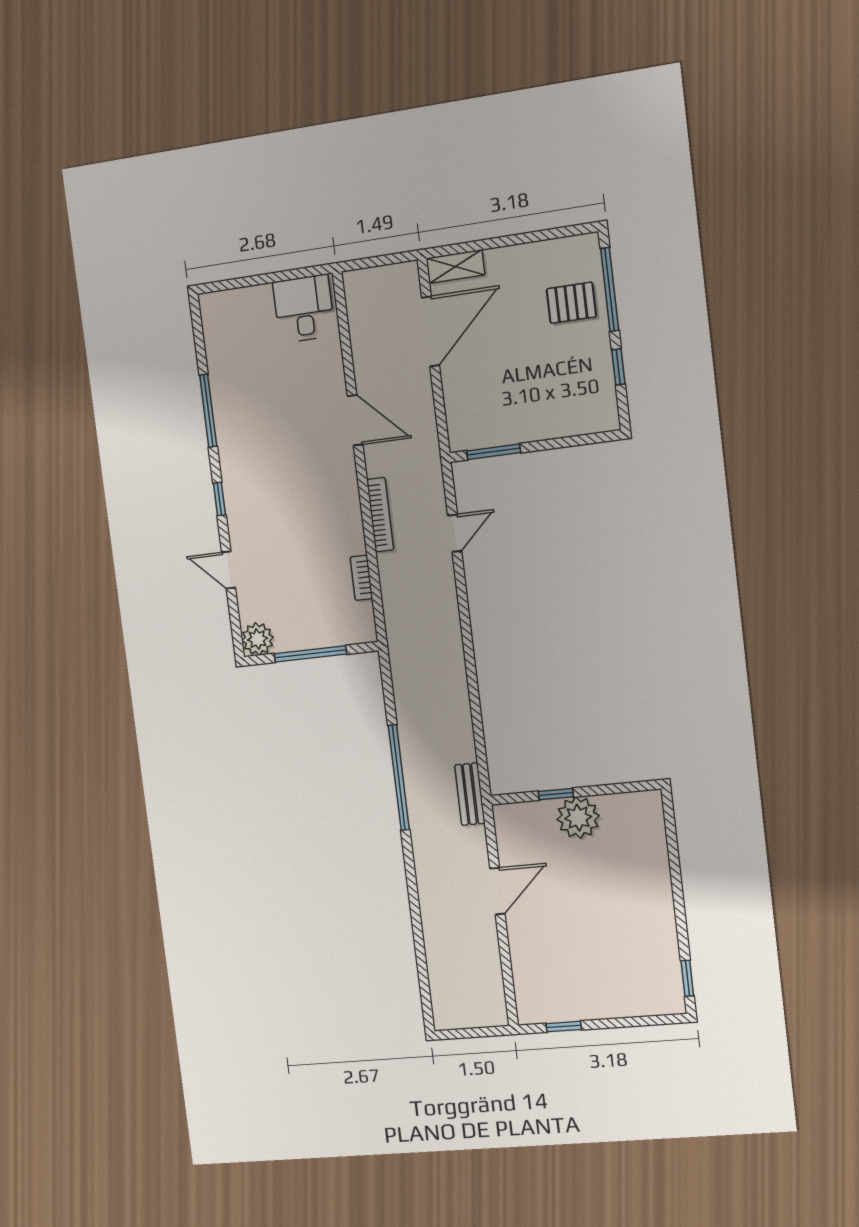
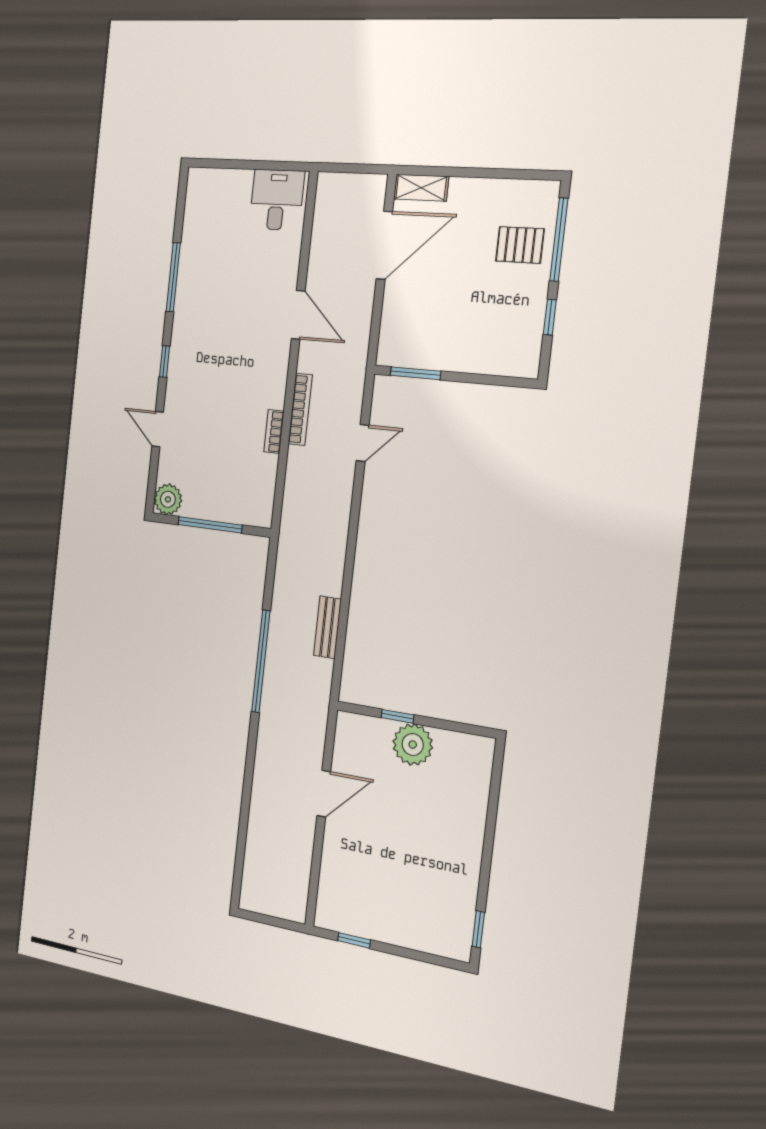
bookcase: (361, 578) -> (274, 432), moved
bench: (470, 794) -> (327, 627), moved

